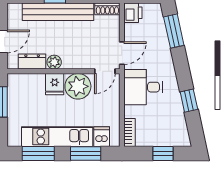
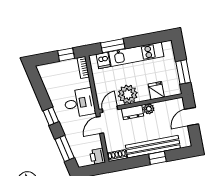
dresser: (32, 62) -> (133, 112), moved
fridge: (55, 84) -> (156, 91), moved
window: (189, 101) -> (51, 116), moved
window: (38, 153) -> (148, 39), removed
window: (163, 153) -> (66, 55), moved

